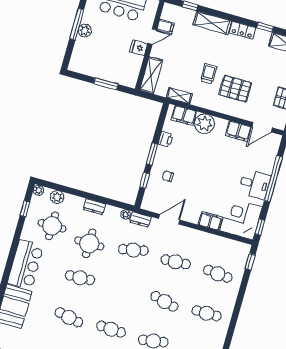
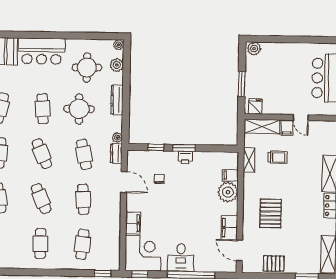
window: (77, 24) -> (293, 39), removed
filing cabinet: (165, 26) -> (287, 128), moved
plant: (85, 31) -> (254, 49), moved
fridge: (139, 48) -> (255, 106), moved
trolley: (209, 74) -> (277, 157), moved
filing cabinet: (184, 115) -> (231, 175), width x0.50
printer: (166, 139) -> (185, 157), moved
chair: (168, 176) -> (159, 179), moved
dresser: (94, 207) -> (117, 100), width x1.44
window: (25, 209) -> (97, 36), removed
cafe table: (122, 290) -> (42, 154), added
cafe table: (164, 301) -> (41, 199), turned -39

